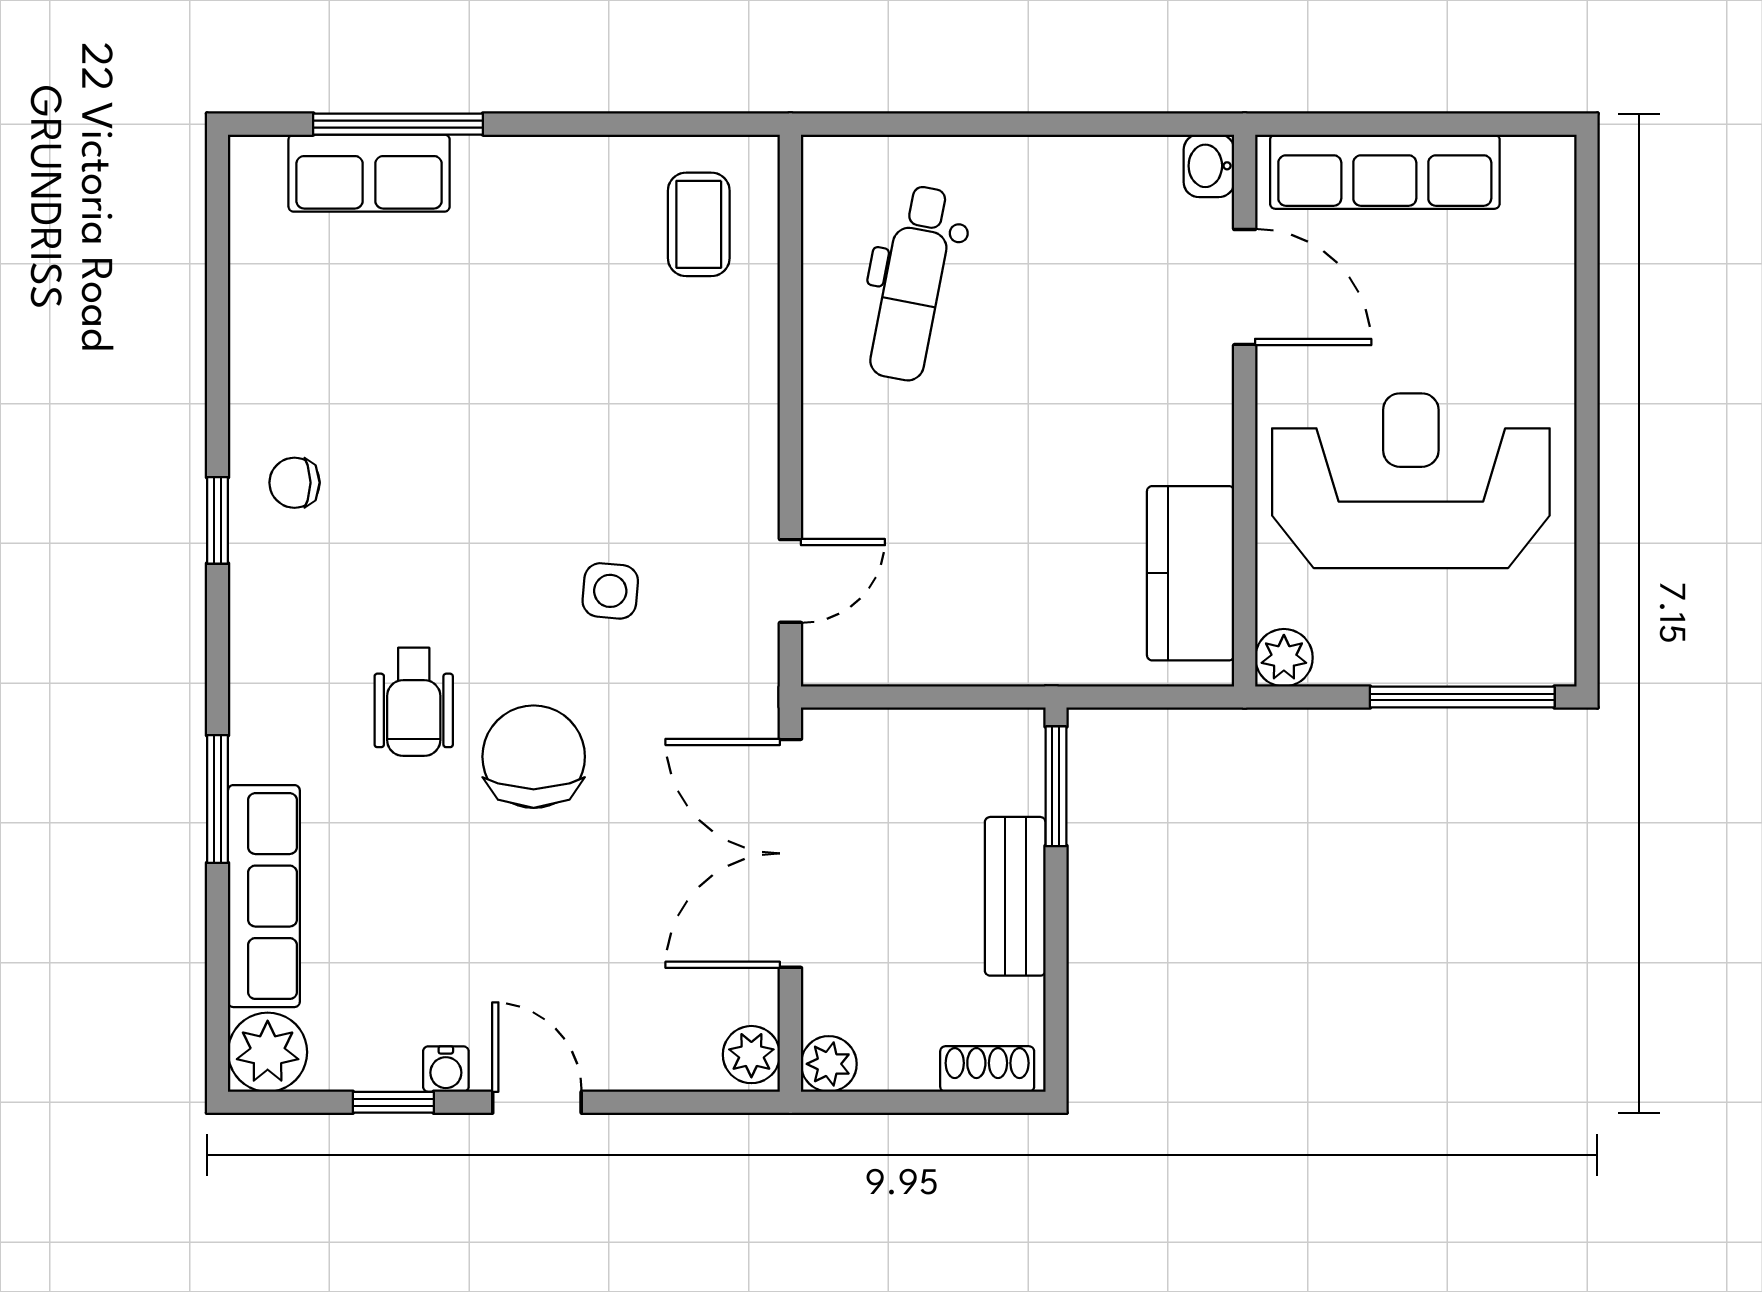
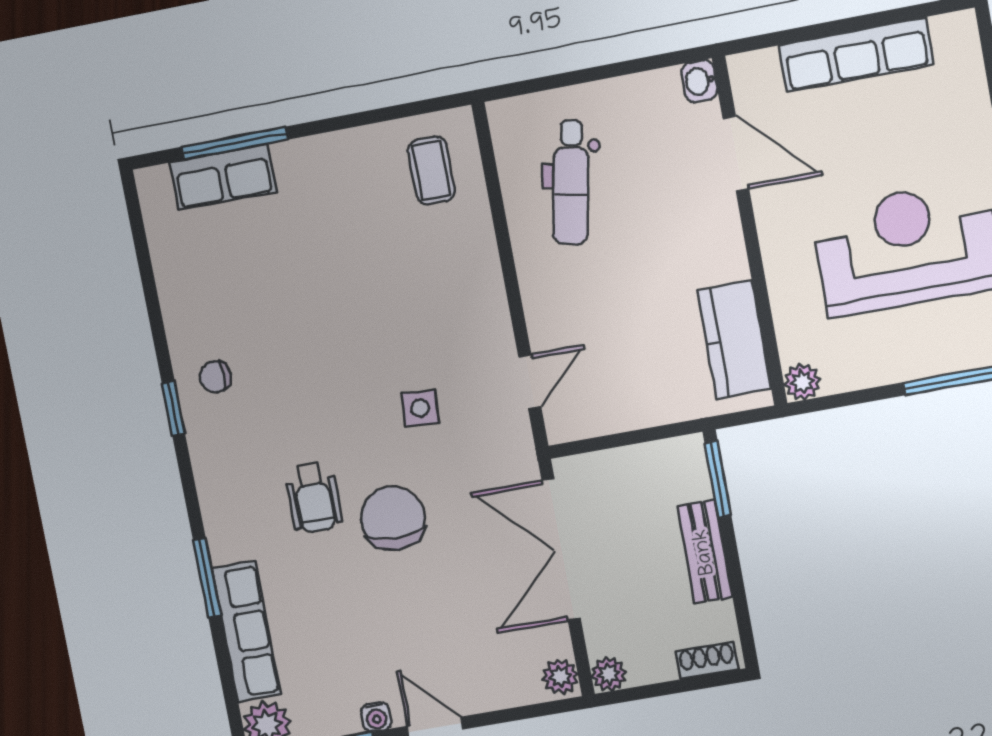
washbasin: (1209, 166) -> (699, 81), moved
door: (1245, 287) -> (736, 154), moved
wall: (1245, 411) -> (750, 231), moved
kitchen counter: (1191, 573) -> (734, 340), moved
plant: (1284, 658) -> (802, 382), moved

